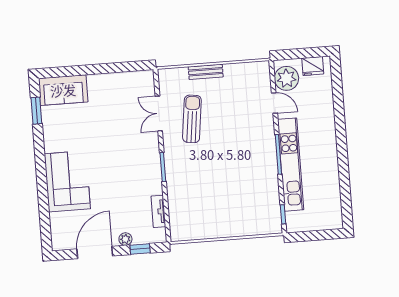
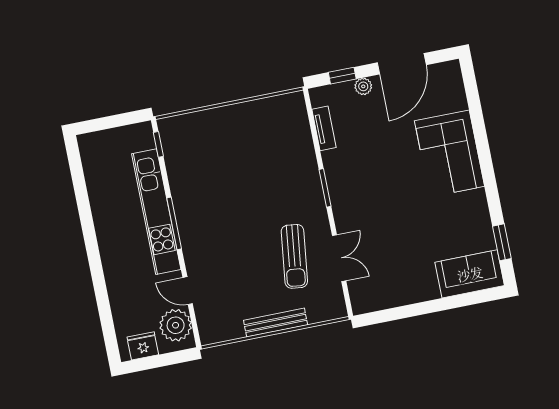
bench: (206, 72) -> (276, 323), width x1.36

